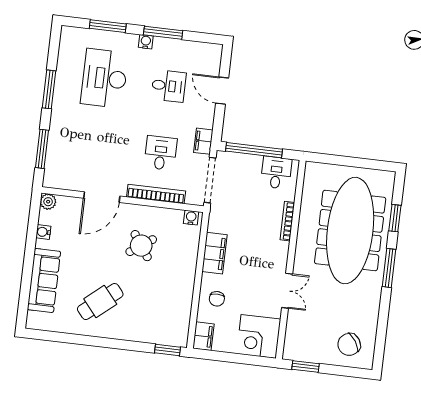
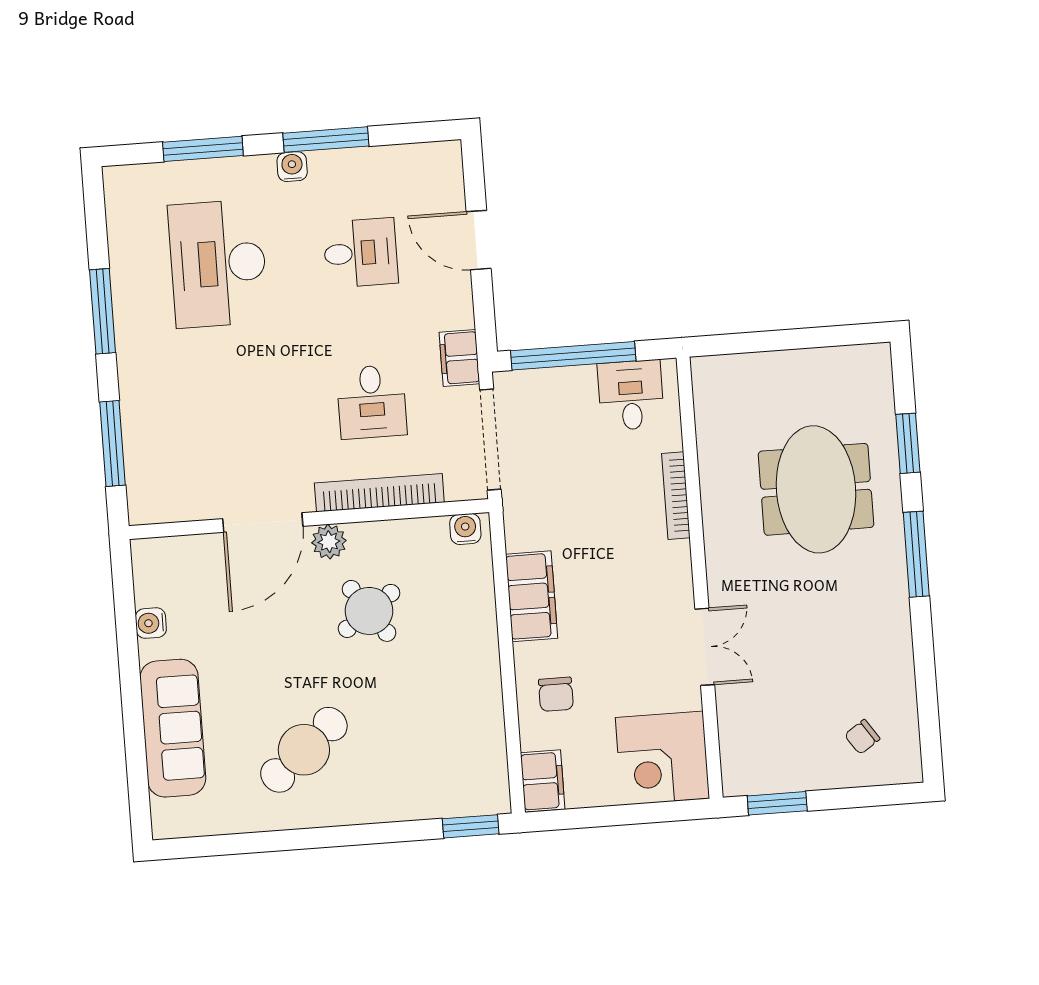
desk: (161, 153) -> (372, 402), turned 180
plant: (48, 202) -> (329, 542), moved
meeting table: (350, 231) -> (816, 489), width x0.54, depth x0.79
chair: (349, 344) -> (862, 737), width x0.54, depth x0.54

